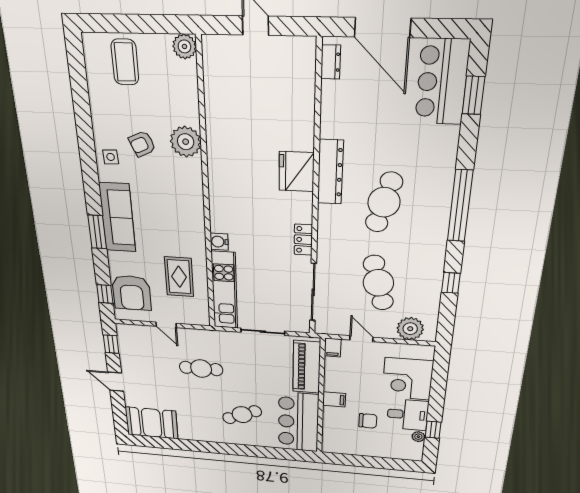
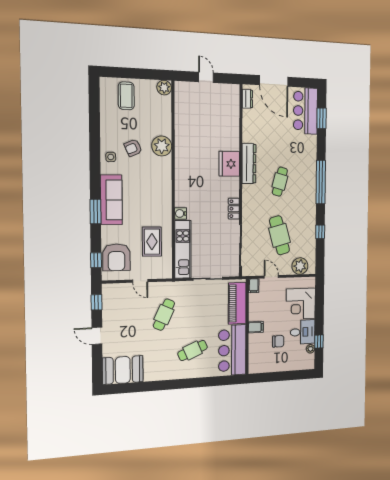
cafe table: (384, 202) -> (280, 182), width x0.73, depth x0.74
cafe table: (201, 368) -> (164, 315), turned -65

